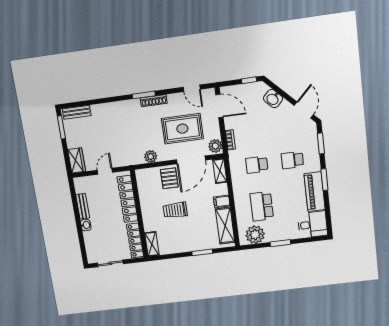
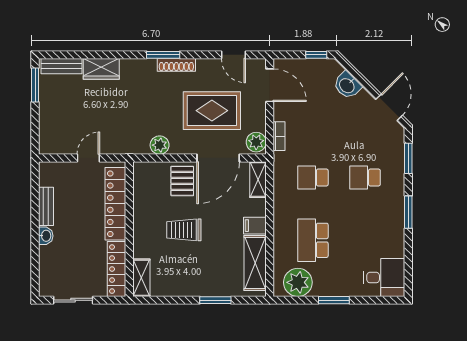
wardrobe: (77, 160) -> (101, 69), moved, turned 90
piano: (315, 192) -> (392, 228), removed

